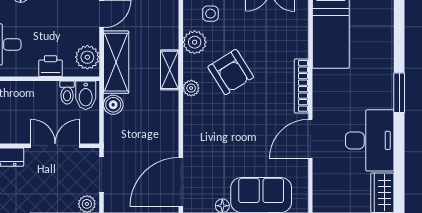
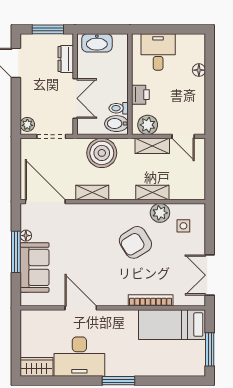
shelving: (116, 62) -> (152, 146), width x0.67, depth x0.75
shelving: (170, 70) -> (152, 192), moved
bookcase: (301, 86) -> (151, 300), moved
plant: (191, 88) -> (122, 210), removed
boiler: (113, 105) -> (102, 153), width x1.86, depth x1.86
shelving: (170, 125) -> (92, 192), added

